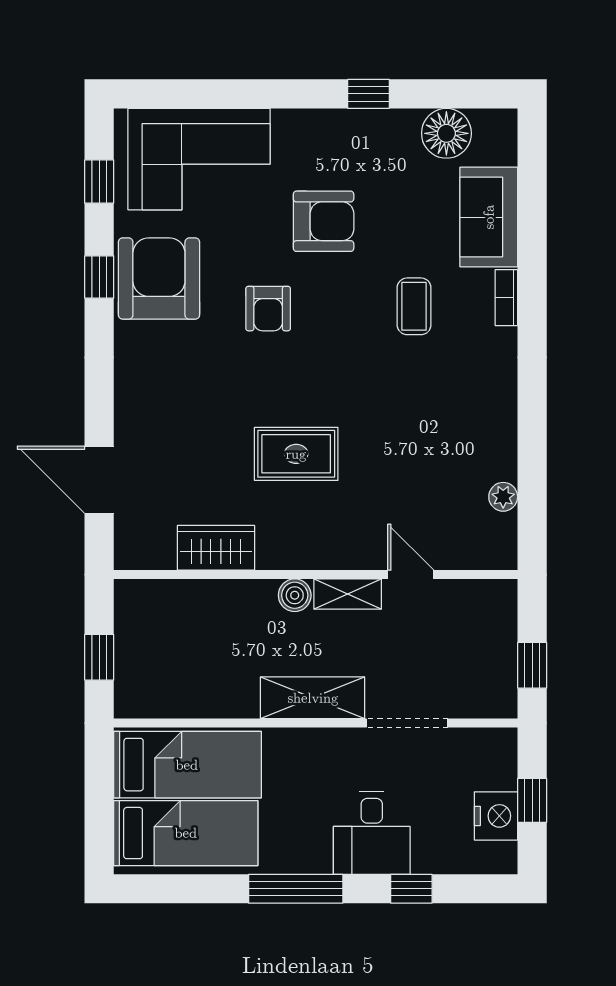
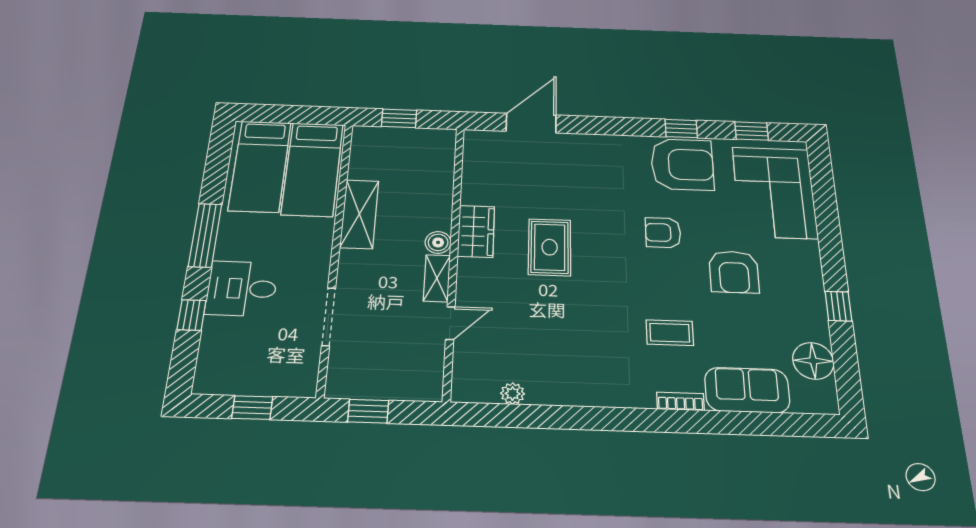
wardrobe: (216, 548) -> (476, 231), moved
shelving: (313, 698) -> (359, 214), moved
nightstand: (496, 816) -> (243, 379), removed

